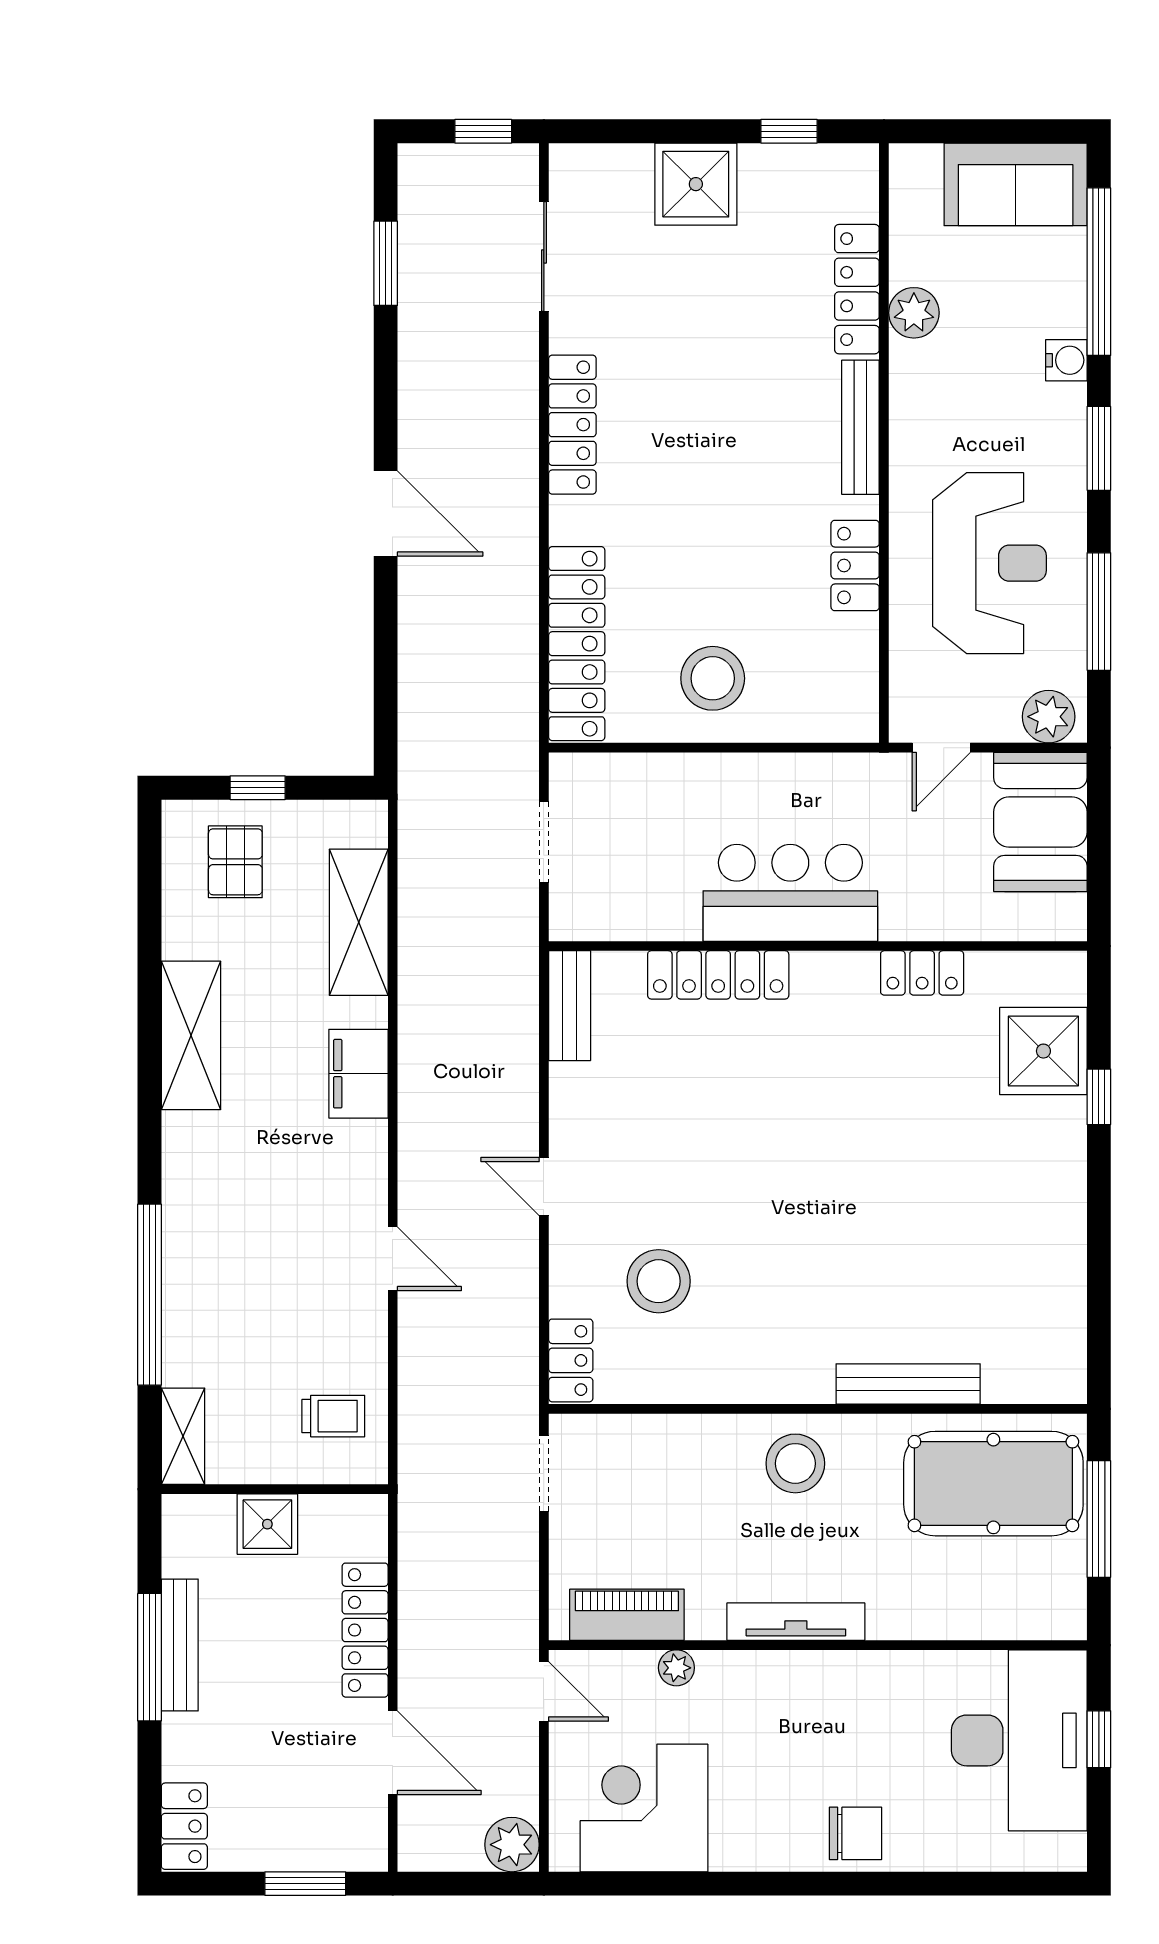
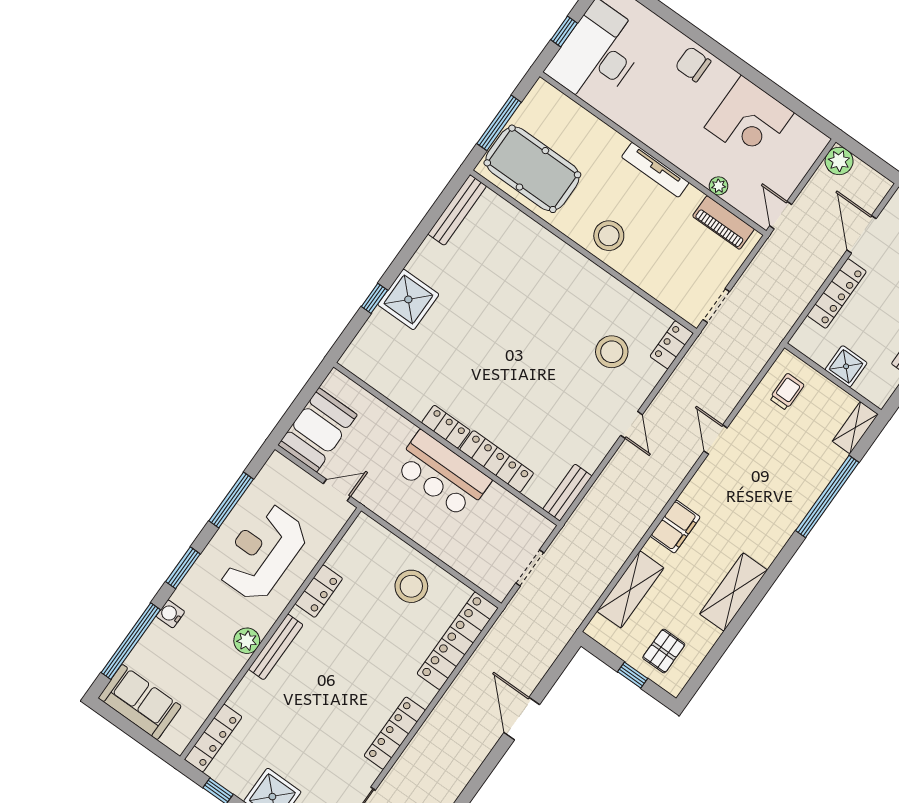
locker: (857, 289) -> (213, 738), moved
plant: (914, 313) -> (247, 641), moved
door: (386, 514) -> (522, 719), moved
plant: (1049, 717) -> (283, 471), removed
locker: (922, 973) -> (446, 427), moved
shower: (1043, 1051) -> (408, 299), moved
bench: (908, 1384) -> (457, 210), moved, turned 90
trolley: (333, 1416) -> (787, 392), turned 90
corner desk: (644, 1808) -> (749, 120), moved

